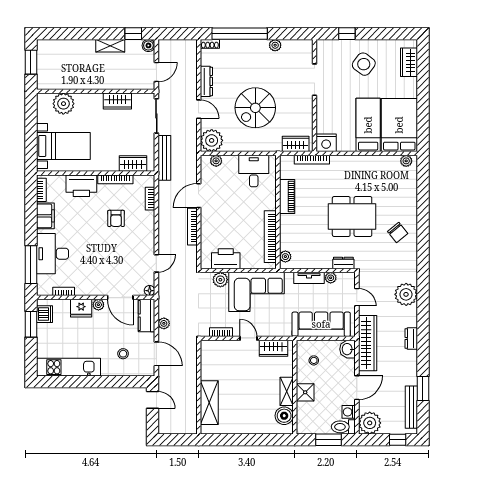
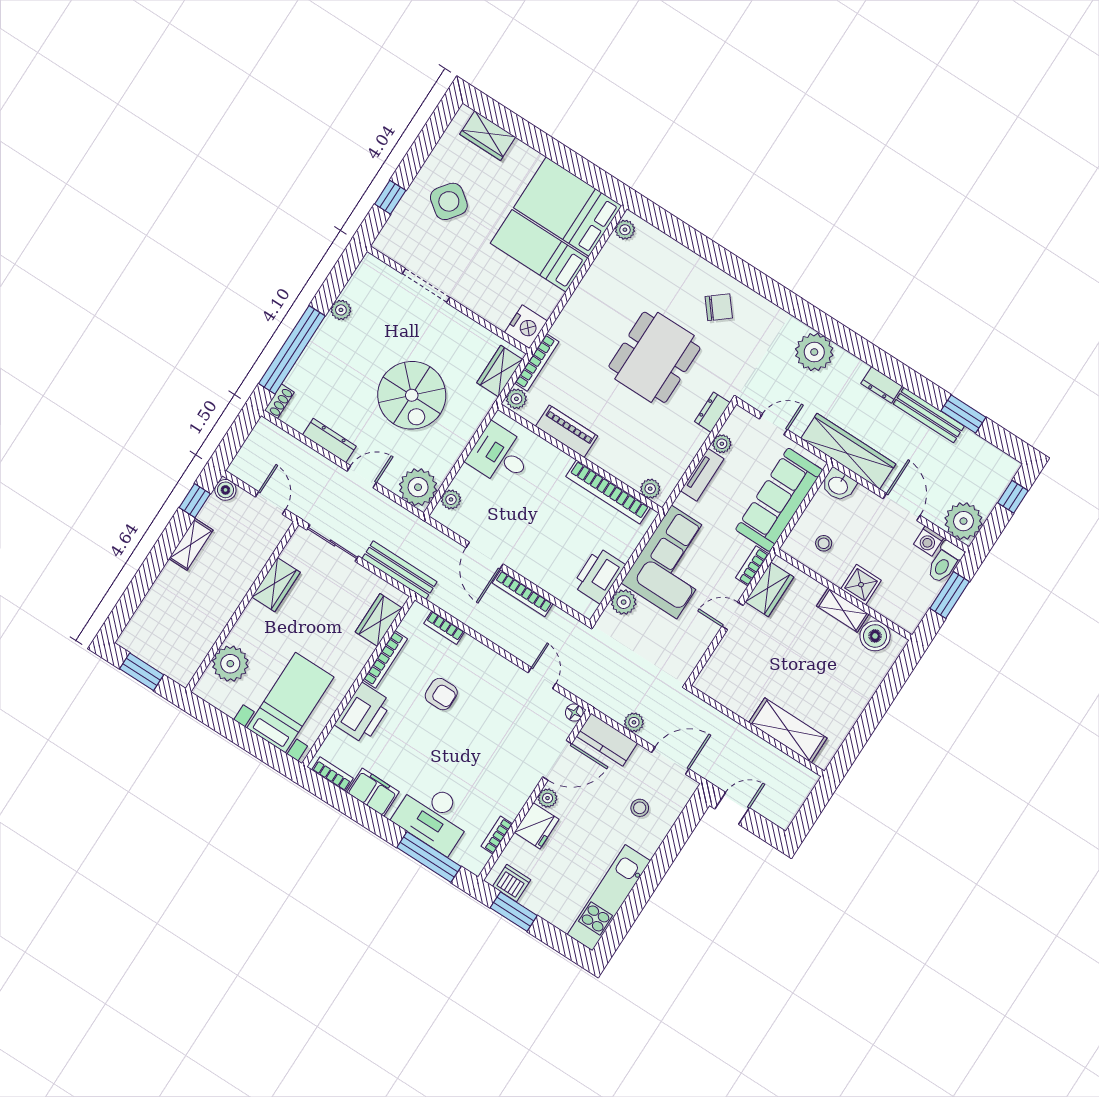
plant: (287, 161) -> (516, 399), added
bookcase: (221, 332) -> (752, 566), moved
bench: (411, 407) -> (929, 415), moved

